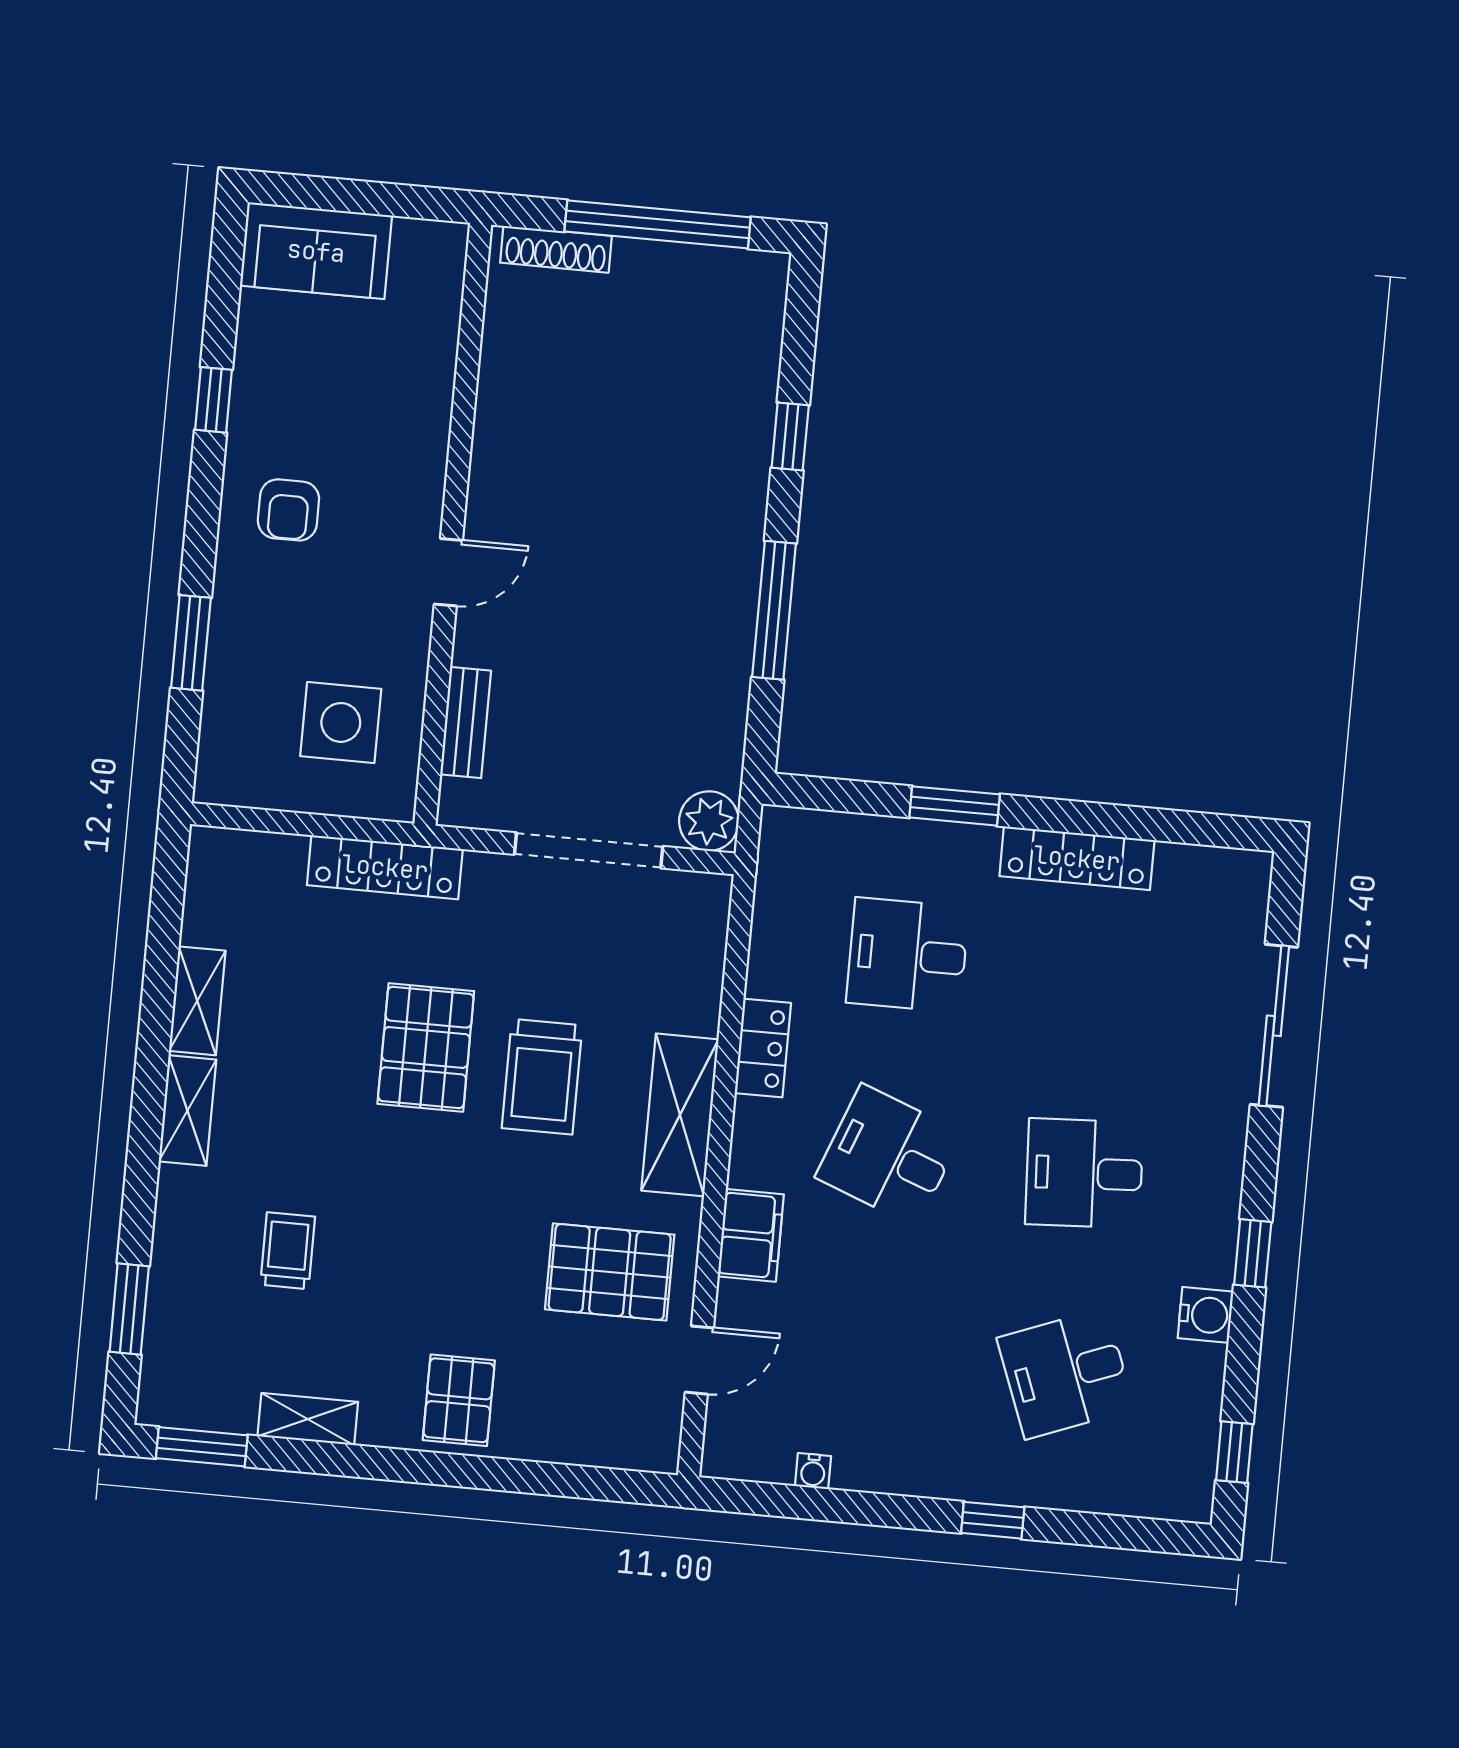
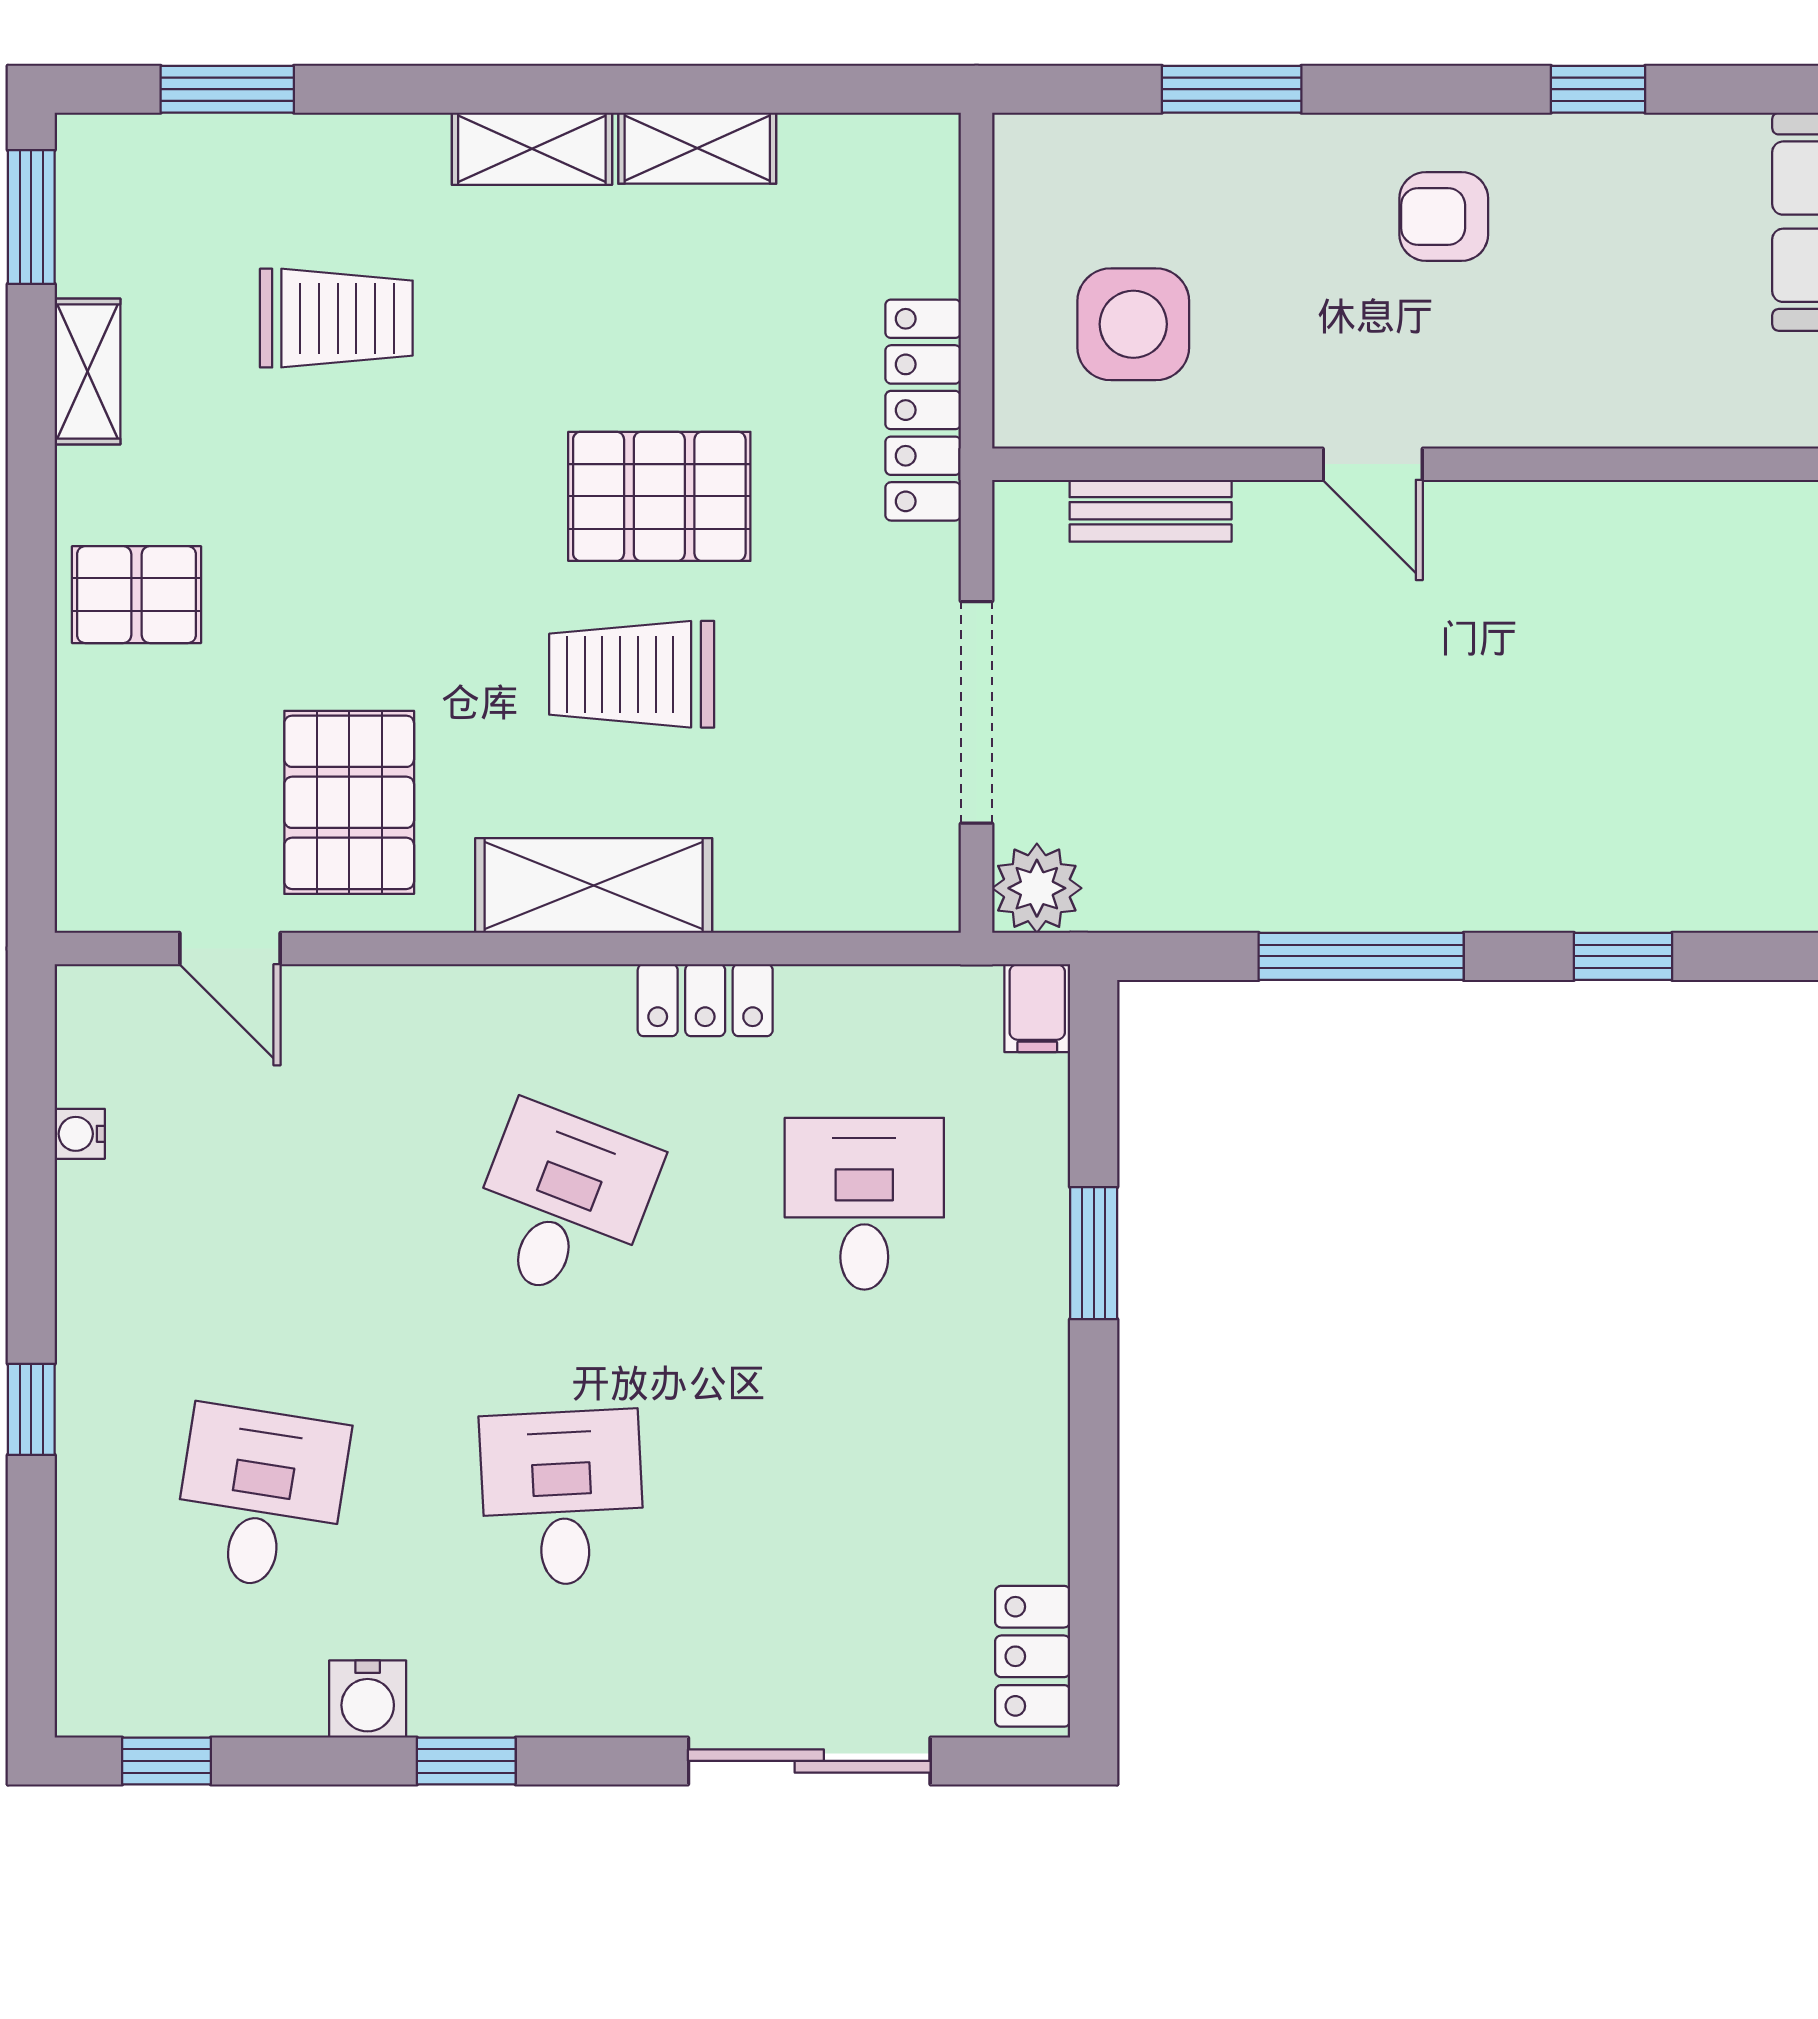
locker: (1077, 858) -> (1033, 1656), moved, width x0.66
filing cabinet: (751, 1235) -> (1037, 1008), moved, width x0.50
trolley: (288, 1251) -> (336, 318), width x1.36, depth x1.39
desk: (1066, 1374) -> (261, 1498), turned 30

